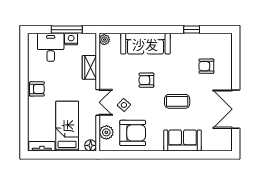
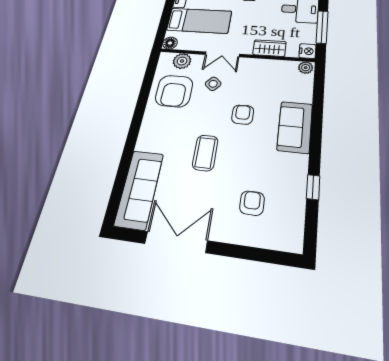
nightstand: (71, 39) -> (307, 51), moved
sofa: (145, 44) -> (295, 127), width x0.73
sofa: (183, 140) -> (139, 189), moved, width x1.36

